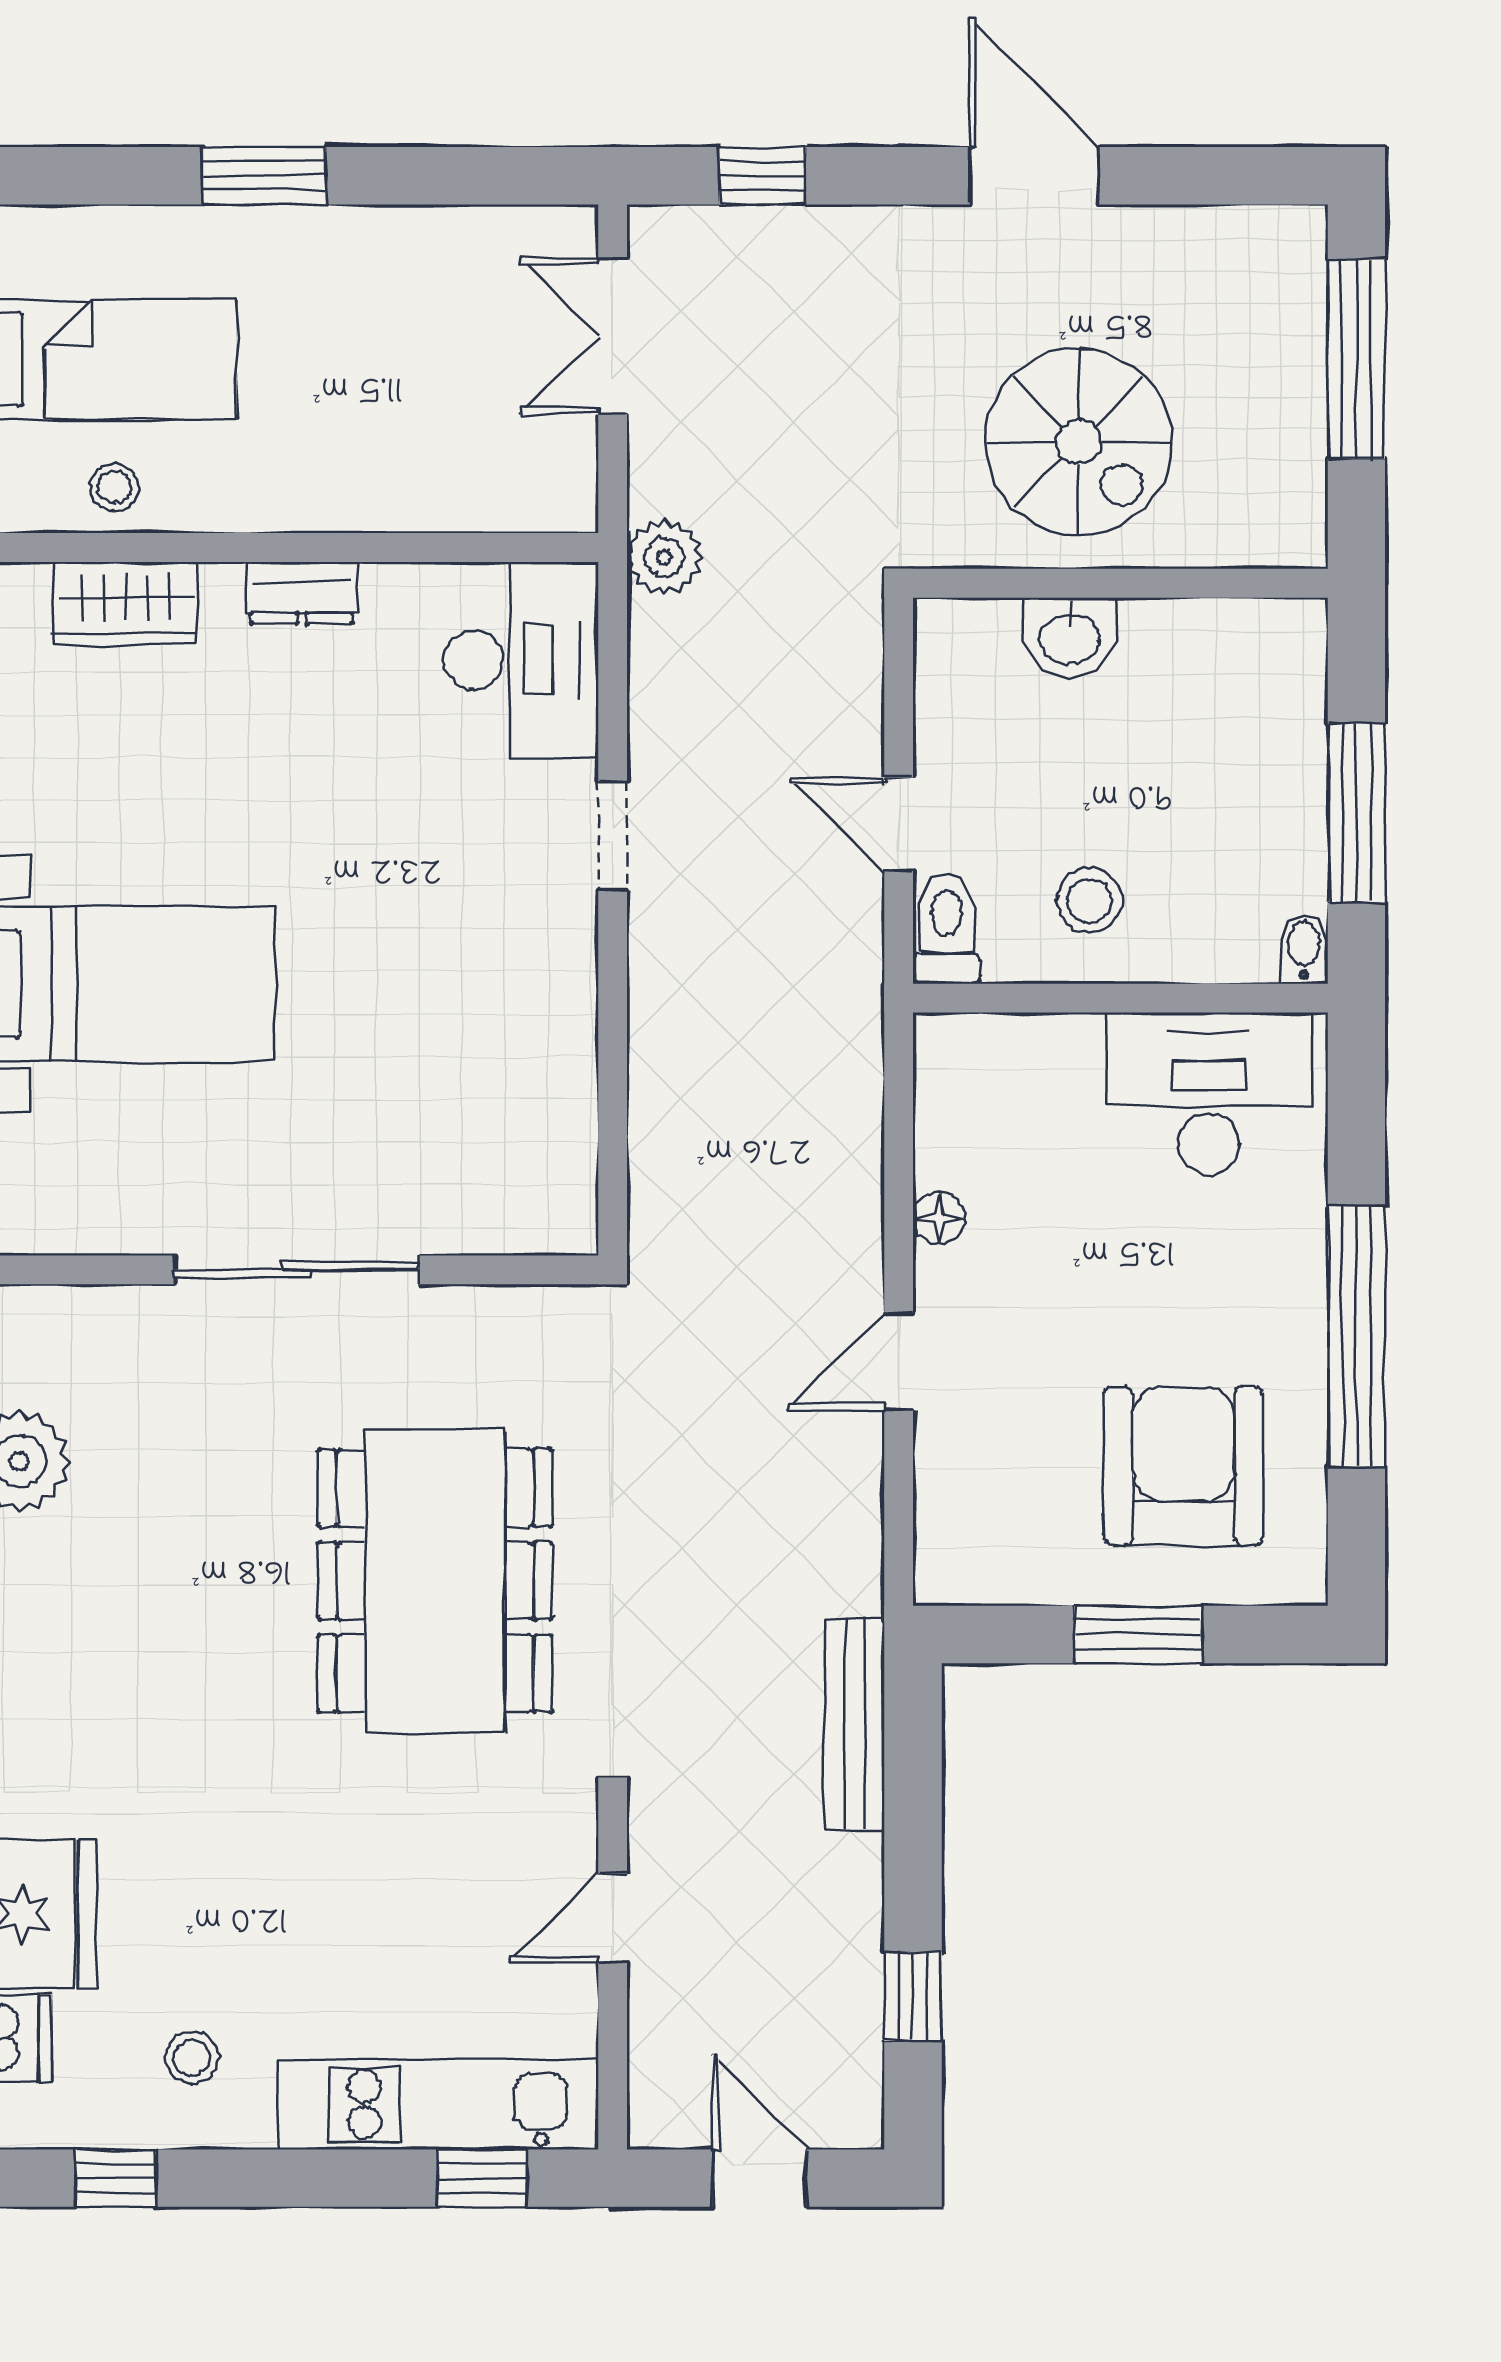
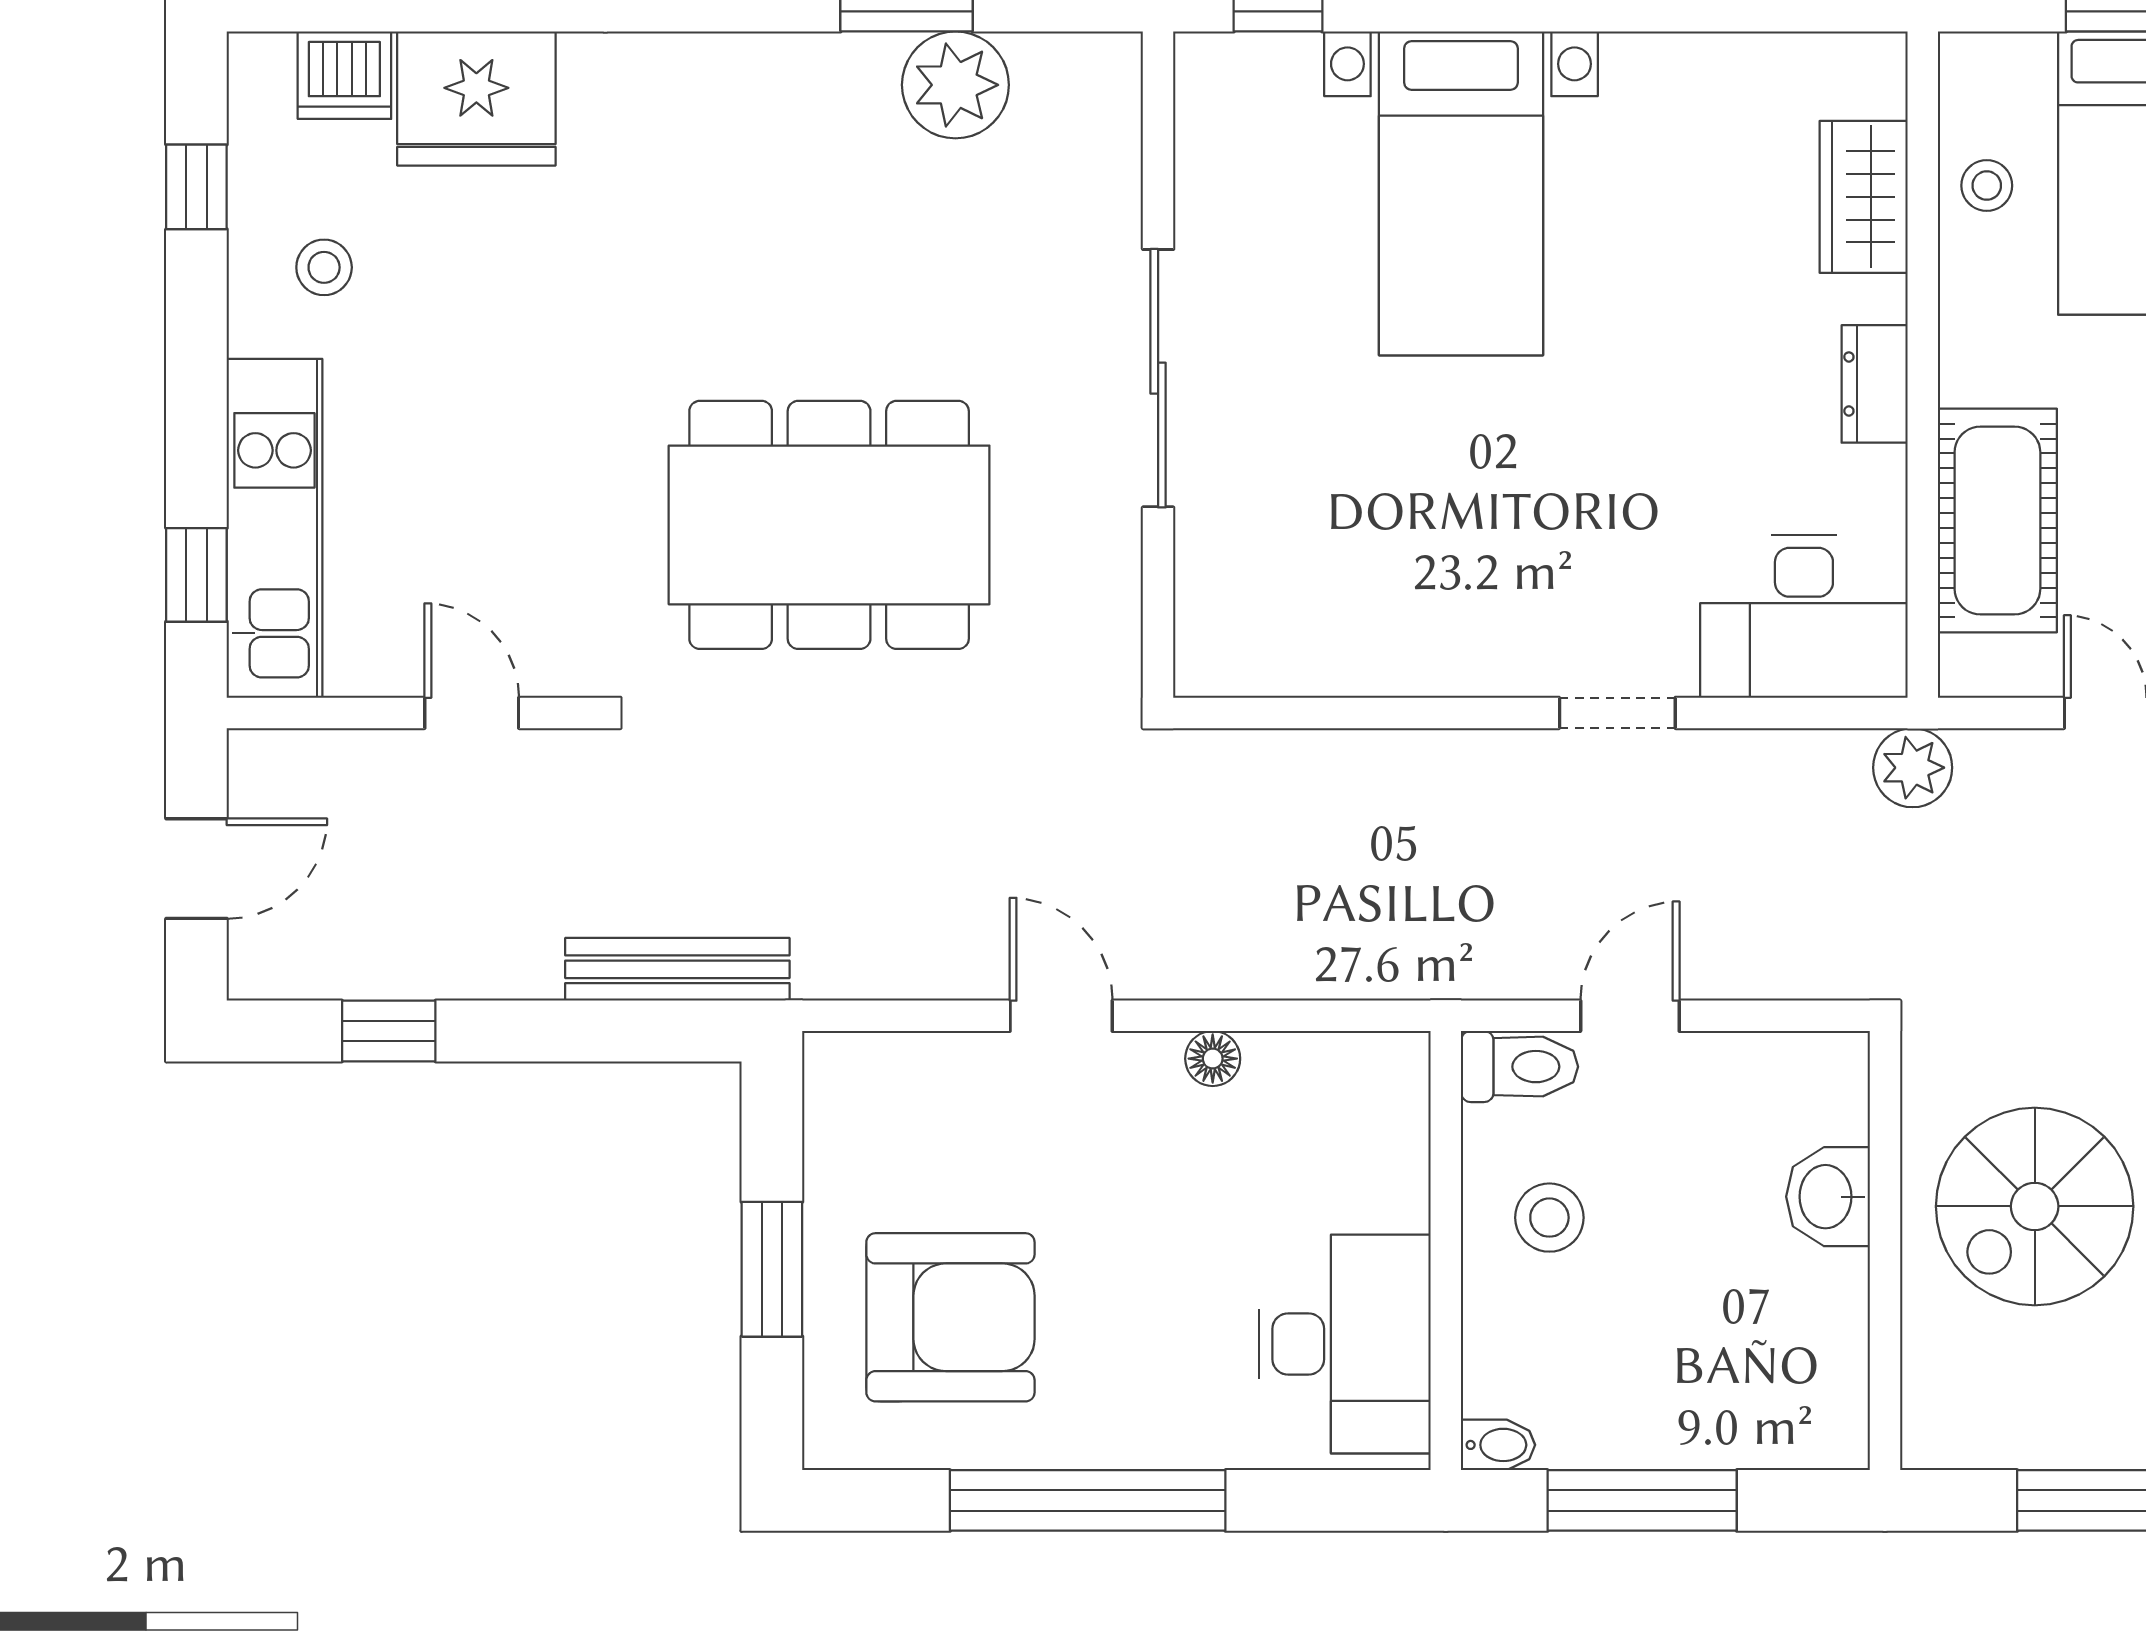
cot: (431, 477) -> (1997, 521), added

